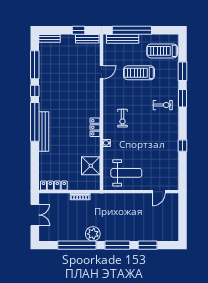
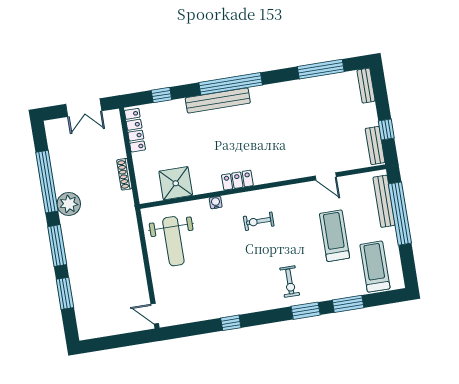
window: (35, 91) -> (161, 95), moved
door: (159, 192) -> (155, 314), moved

